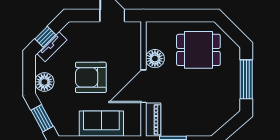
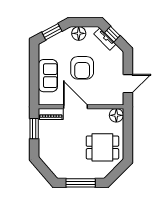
dining table: (198, 50) -> (102, 147), turned 90
floor lamp: (155, 59) -> (116, 115), moved
armchair: (91, 77) -> (82, 68), turned 180

